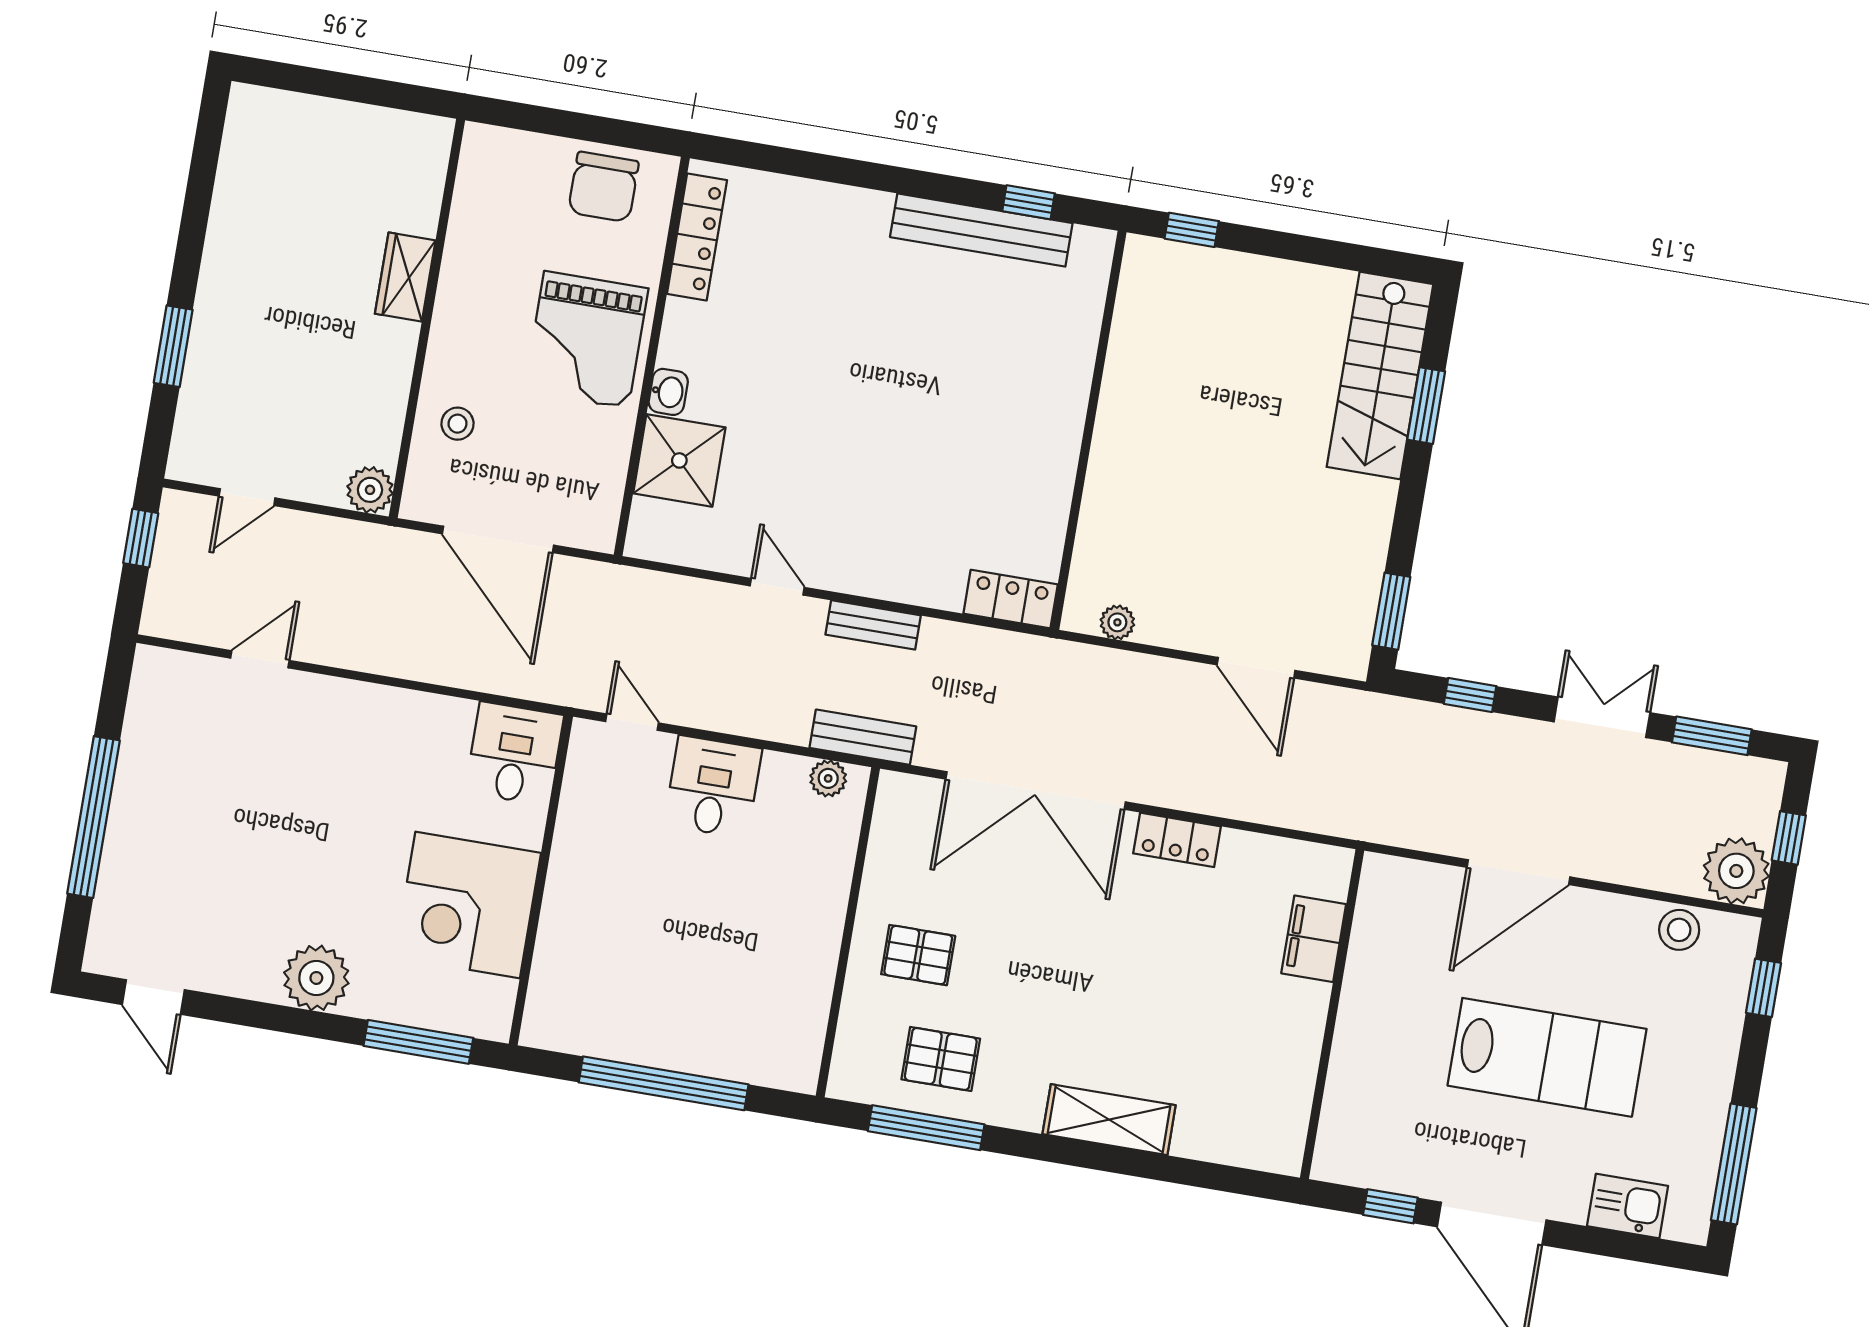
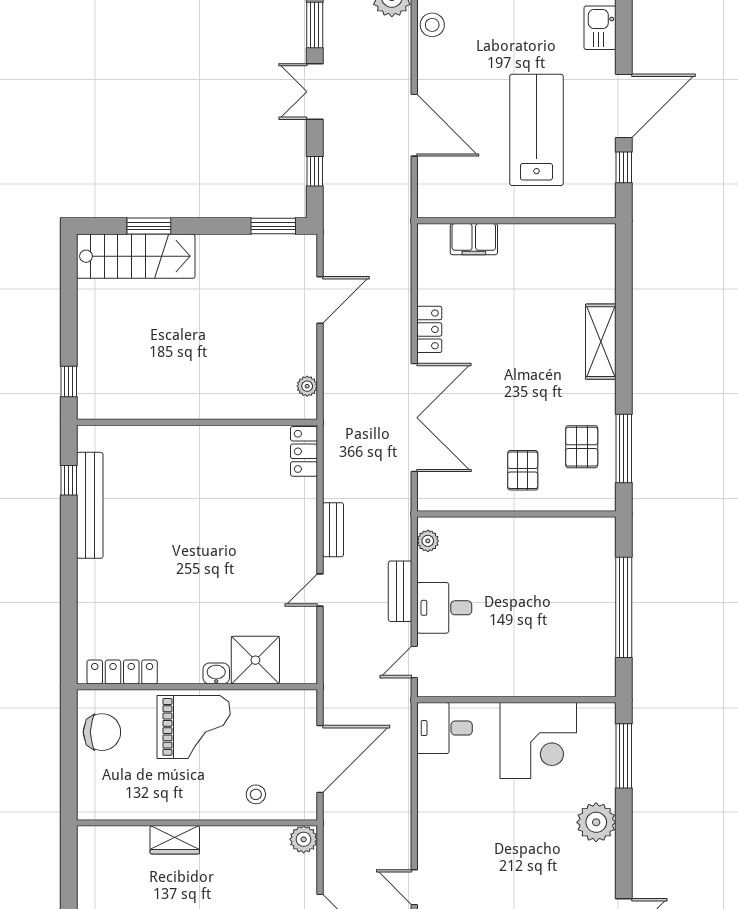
bench: (863, 737) -> (400, 591), moved
lab bench: (1547, 1057) -> (536, 130), moved

